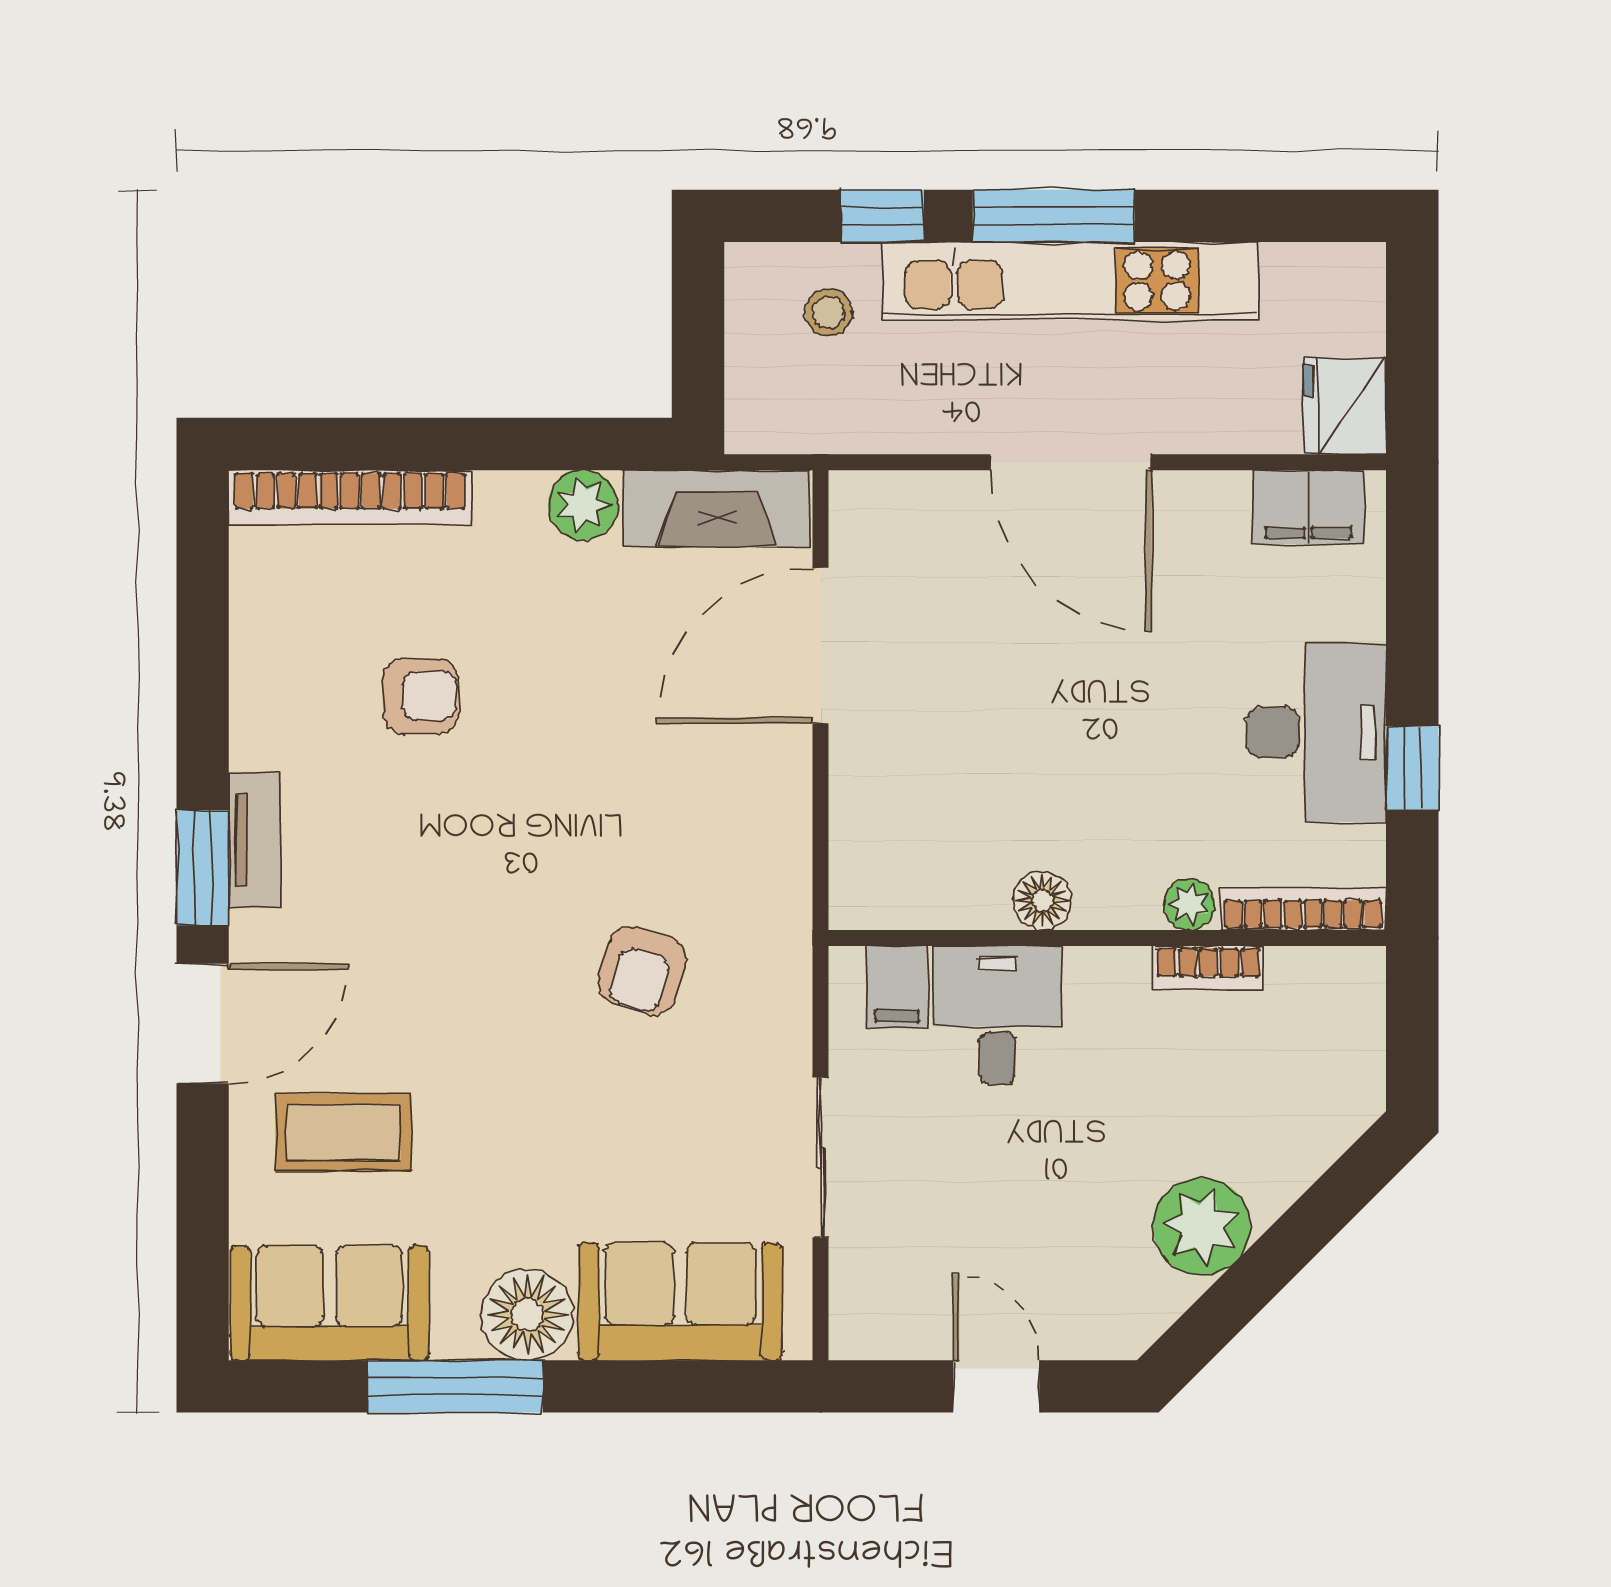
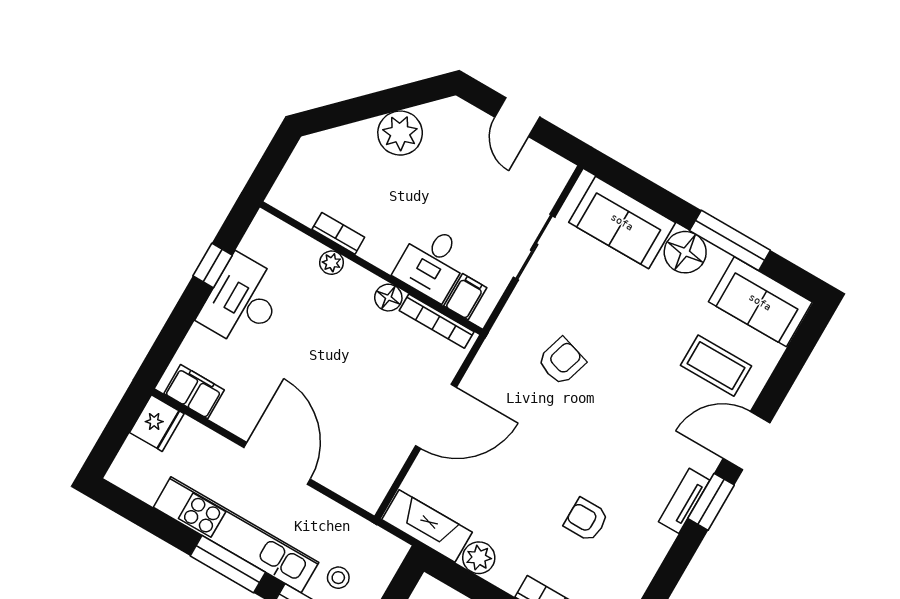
door: (821, 646) -> (436, 416), moved
bookcase: (1303, 909) -> (437, 321), moved

